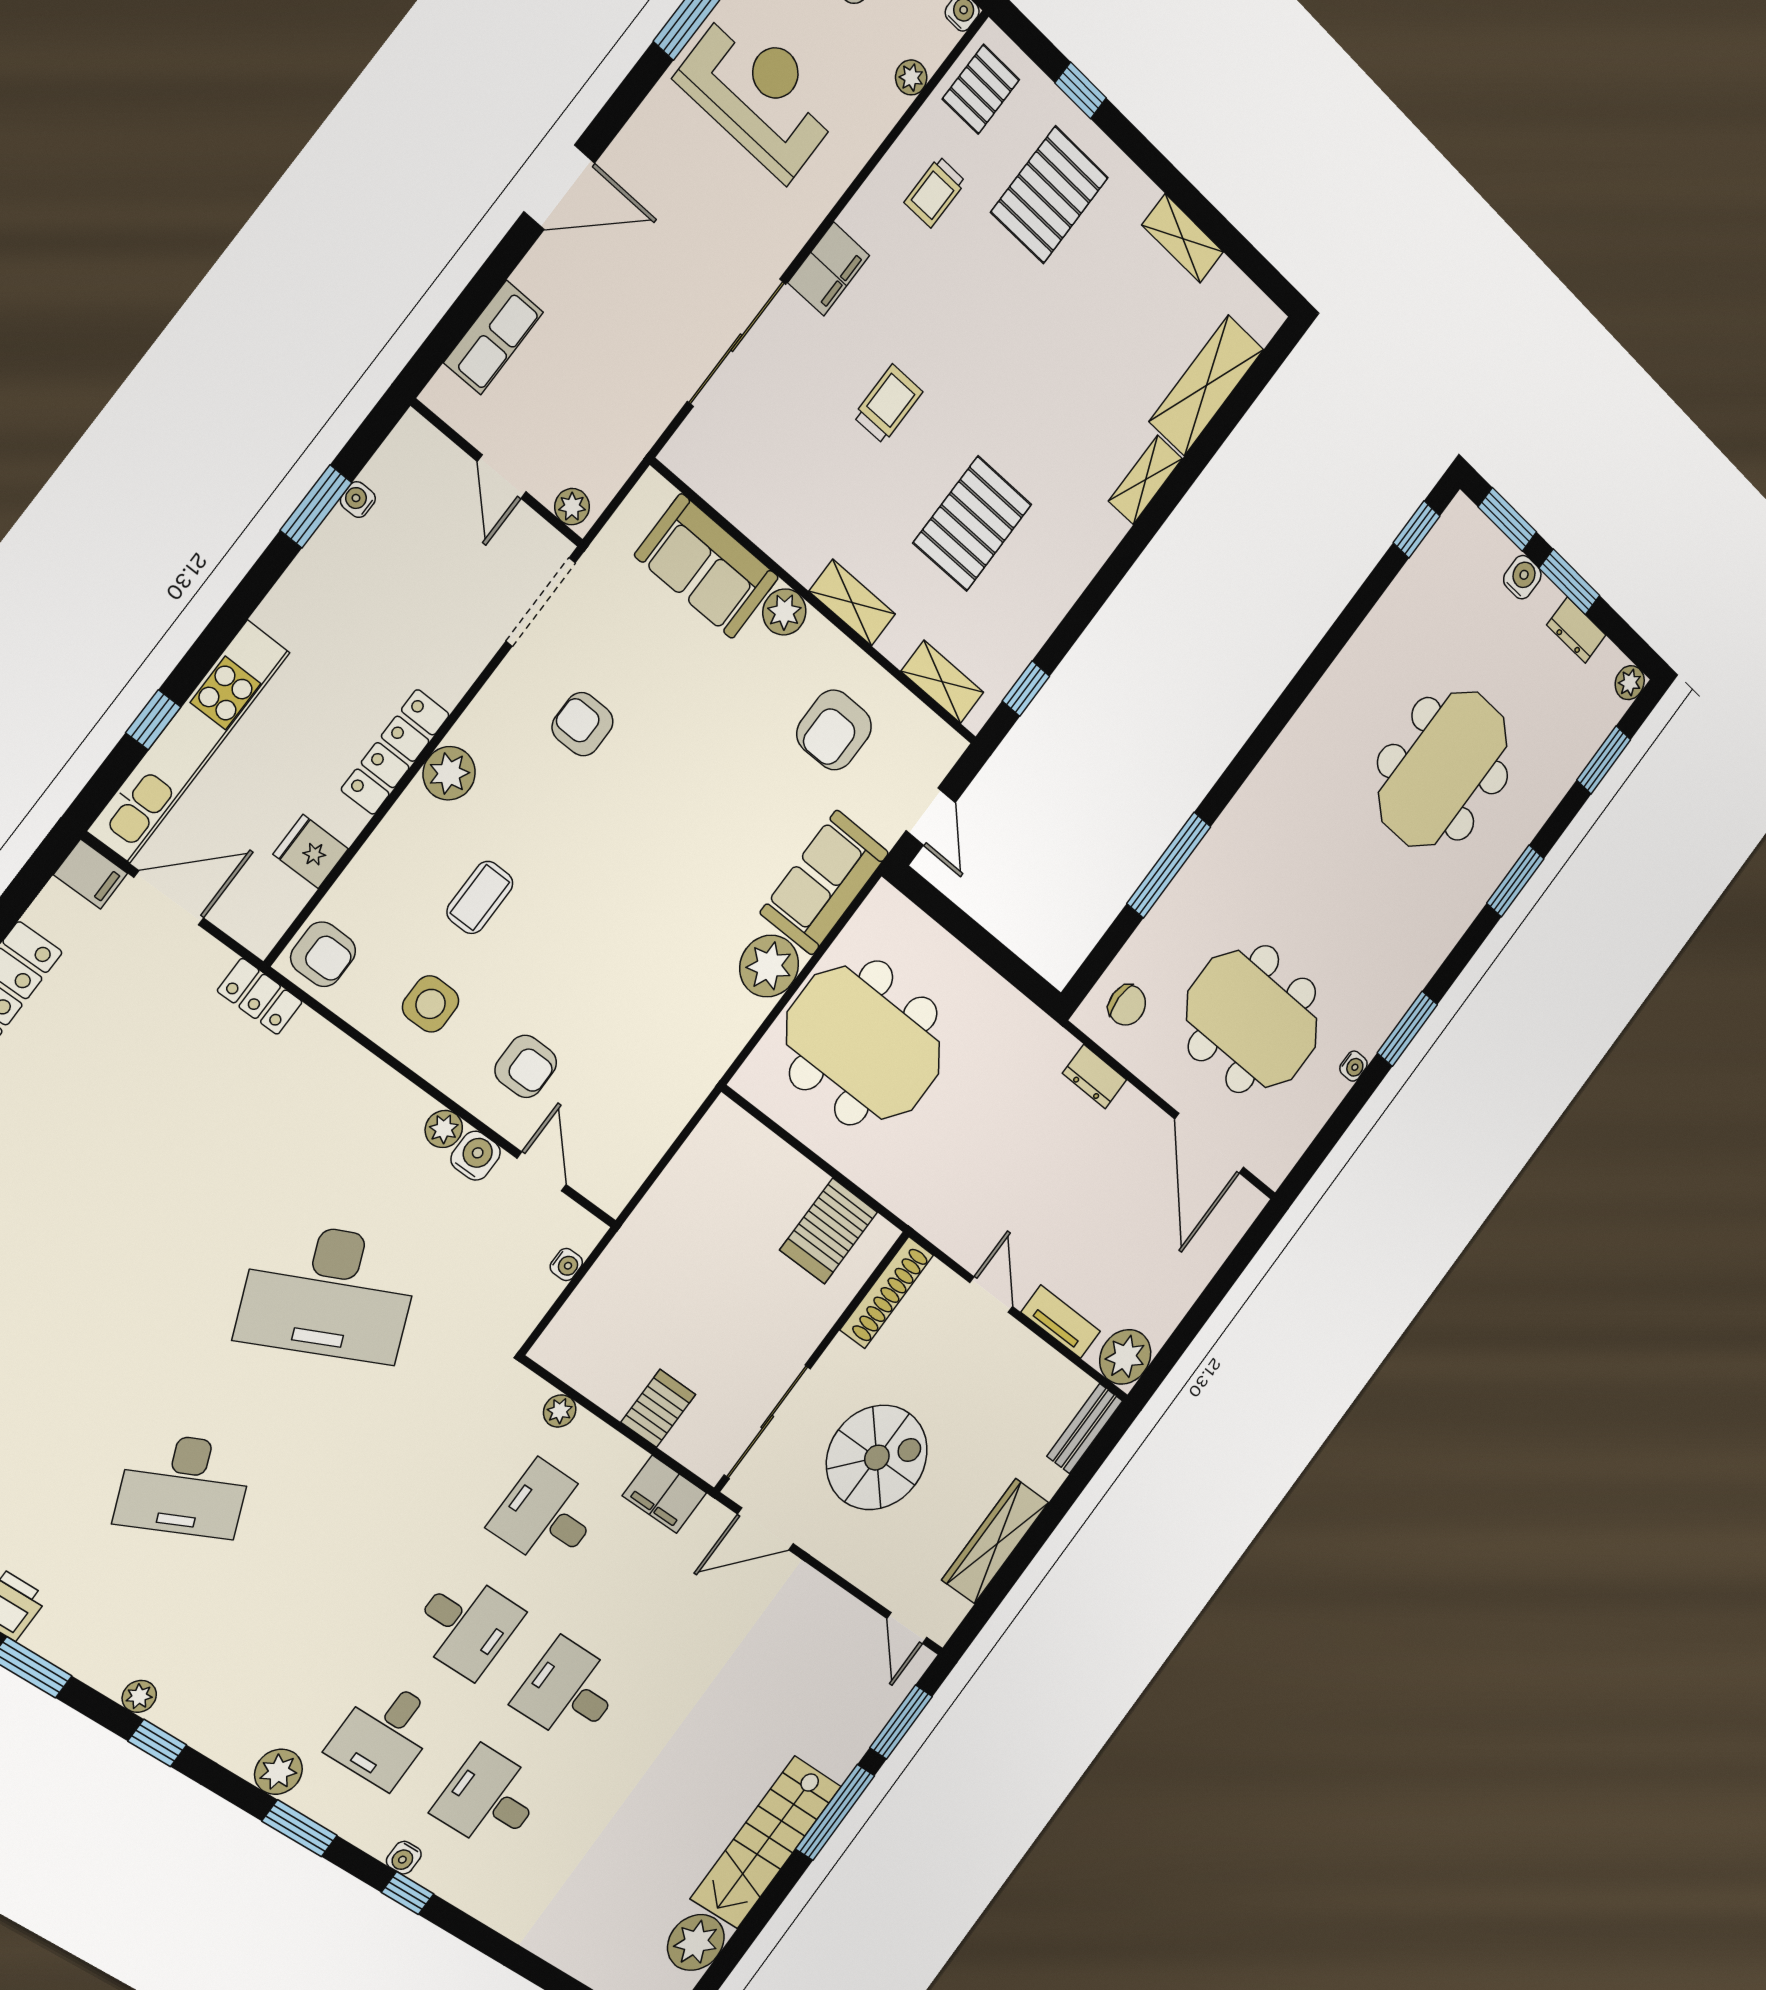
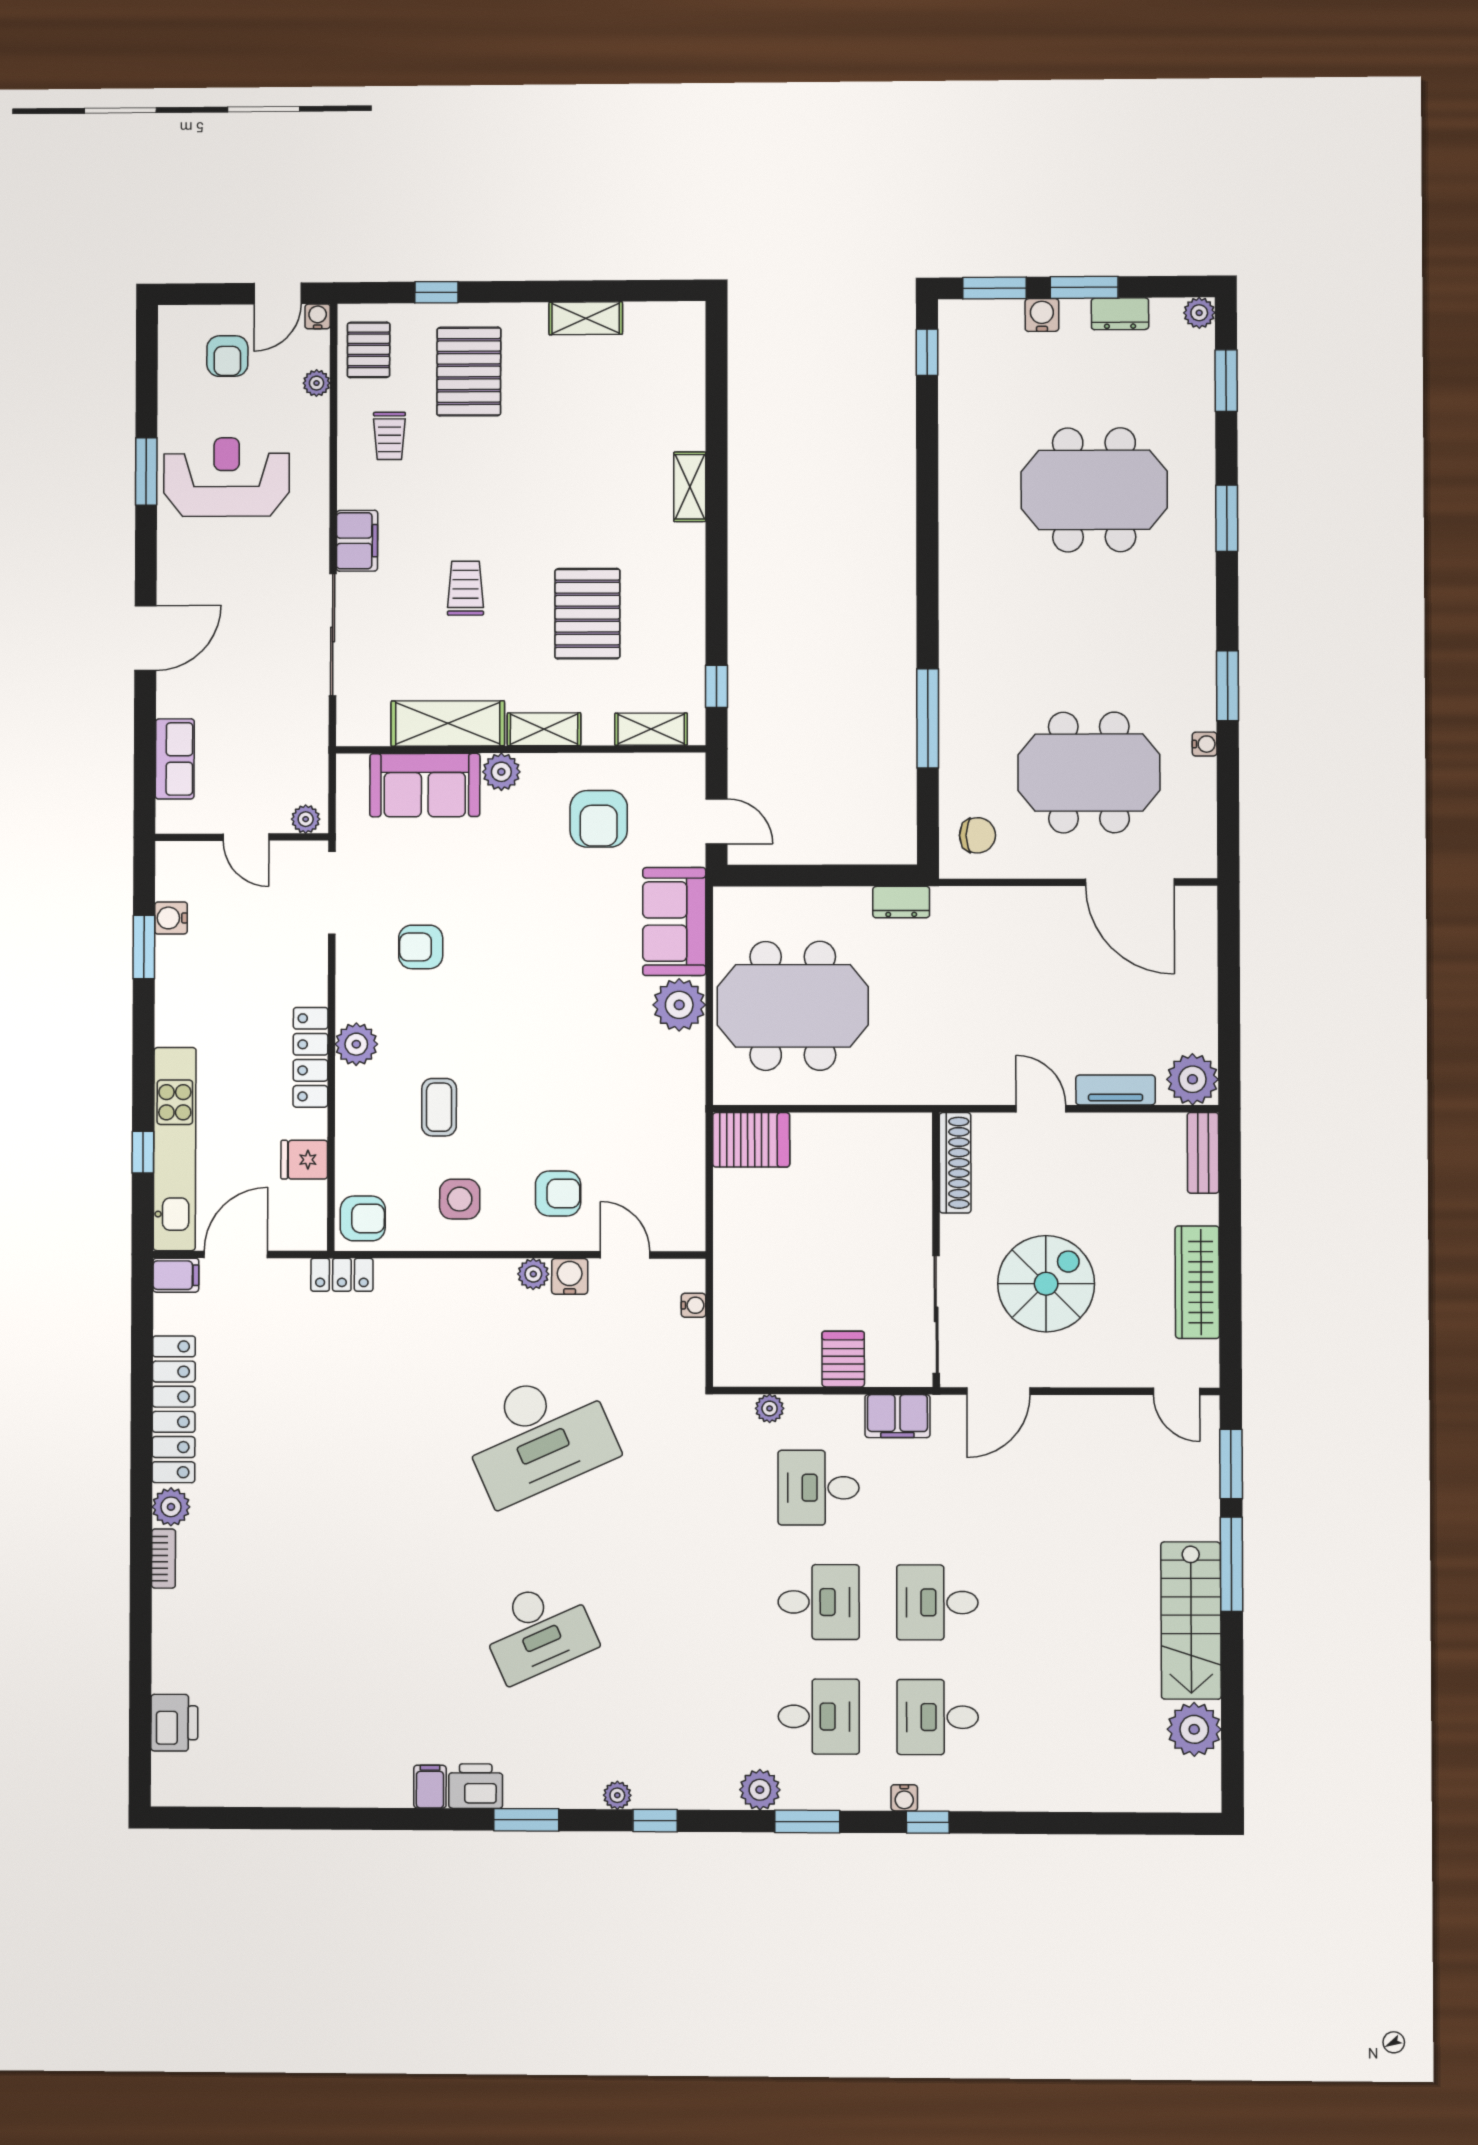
shelving: (1206, 386) -> (448, 723), moved, turned 90
water cooler: (358, 500) -> (171, 918), width x1.38, depth x1.38
meeting table: (1443, 769) -> (1094, 490), turned 90
dresser: (1095, 1077) -> (901, 902), moved
server rack: (829, 1231) -> (751, 1140), moved, turned -90
desk: (385, 1734) -> (819, 1717), turned -90

